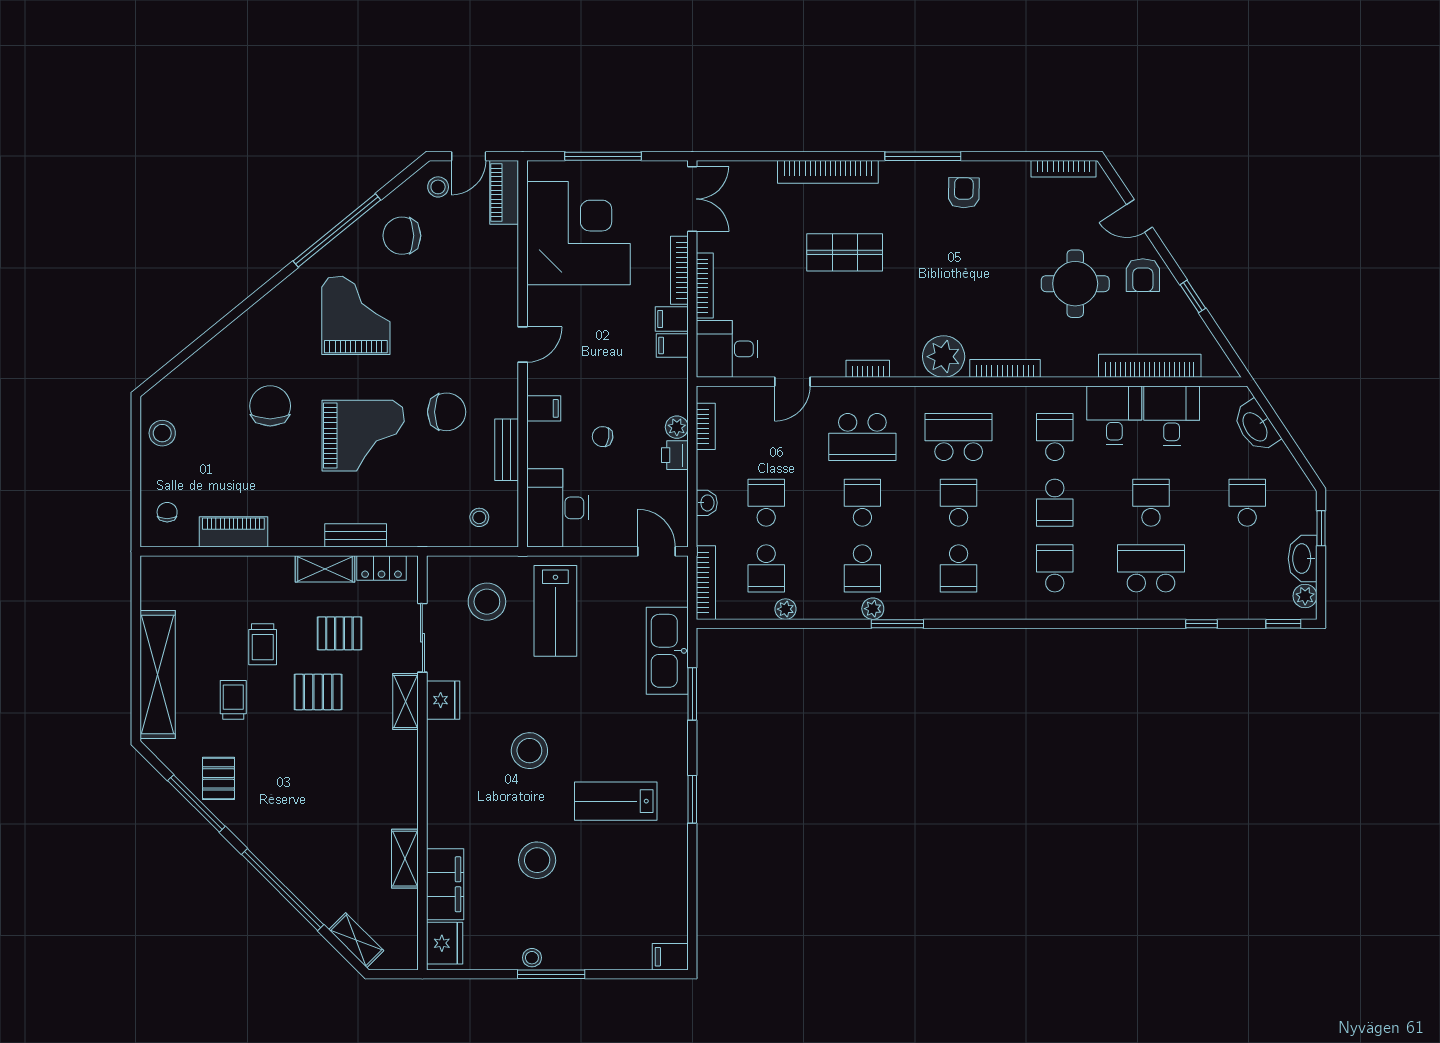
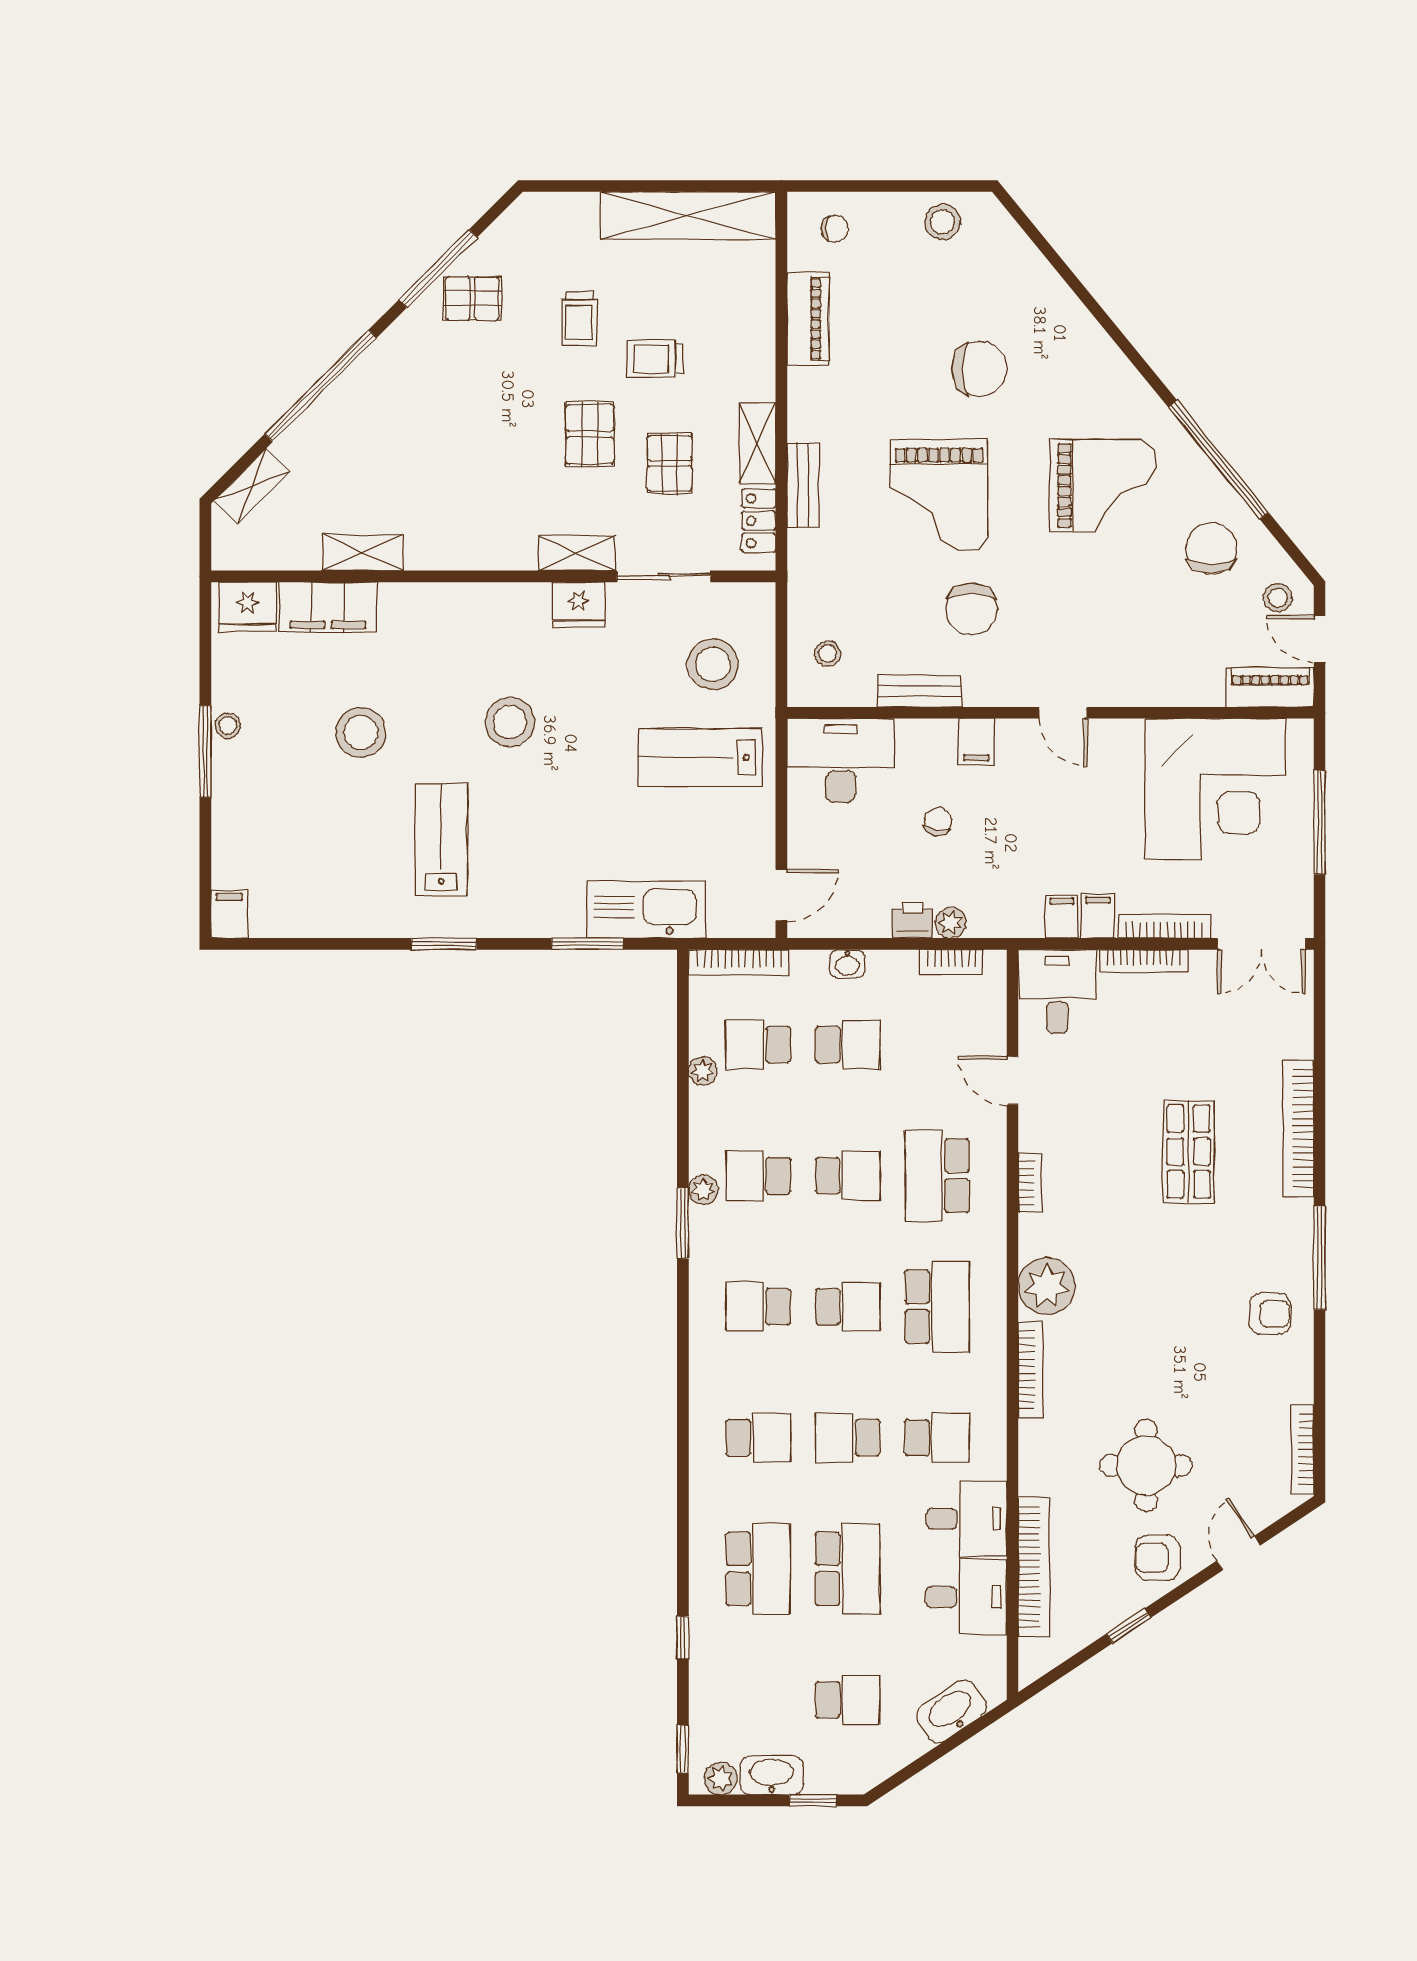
school desk: (1151, 503) -> (848, 1569), width x1.85
shelving: (158, 674) -> (688, 216), moved
trolley: (233, 700) -> (579, 319), turned 90

